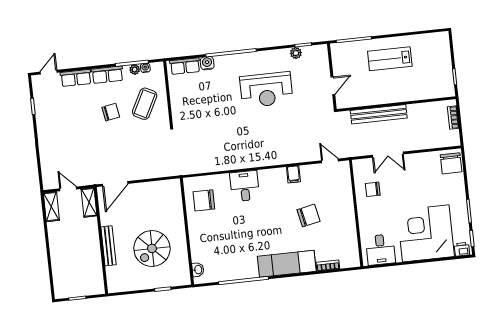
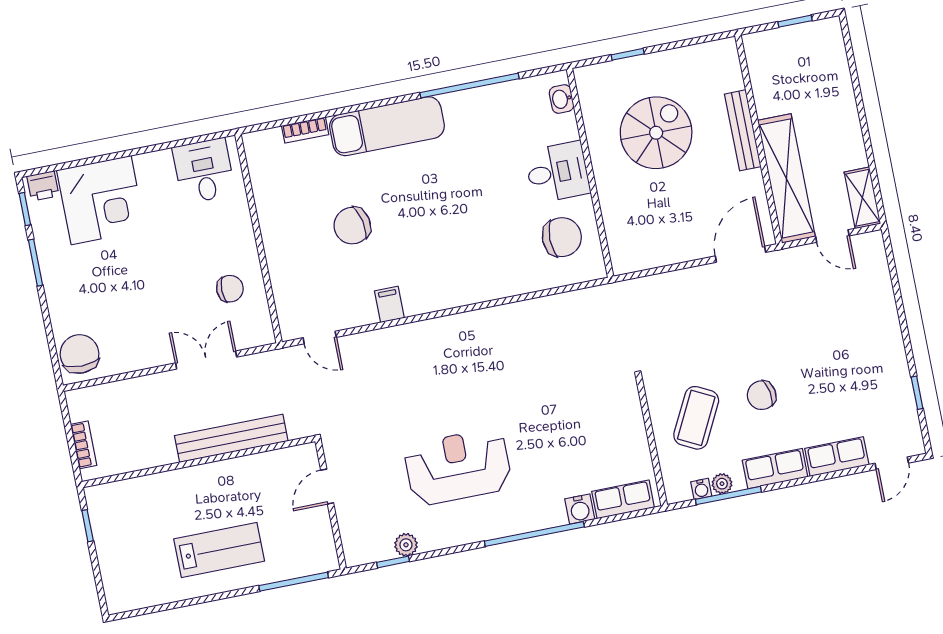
desk: (245, 186) -> (557, 172), moved, turned -90
shelving: (89, 202) -> (786, 178), width x2.20, depth x1.33
corner desk: (426, 233) -> (101, 200), width x0.74, depth x0.74

